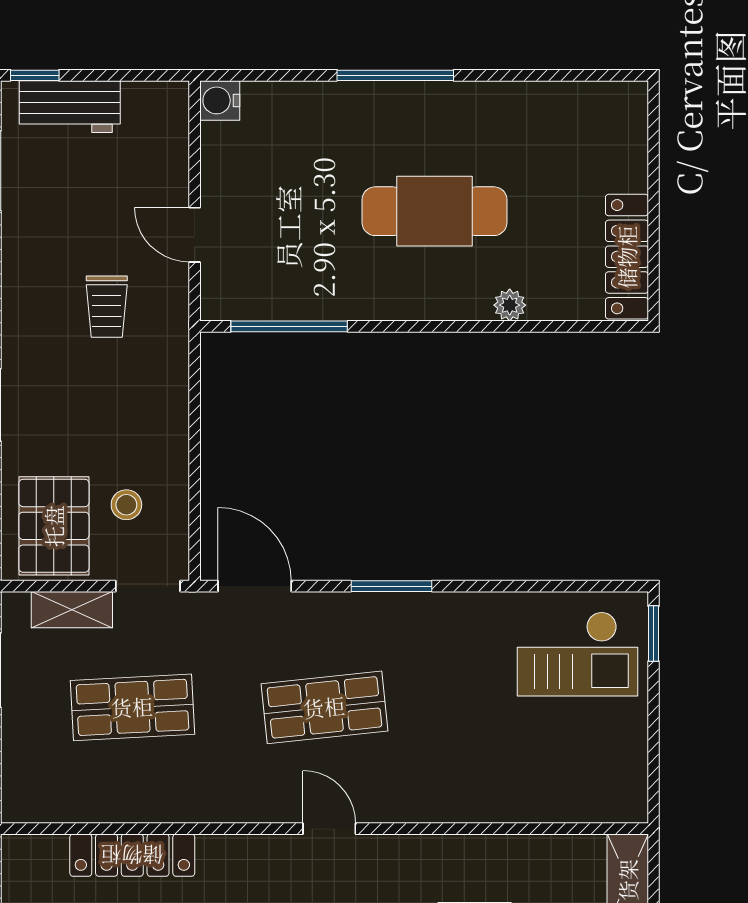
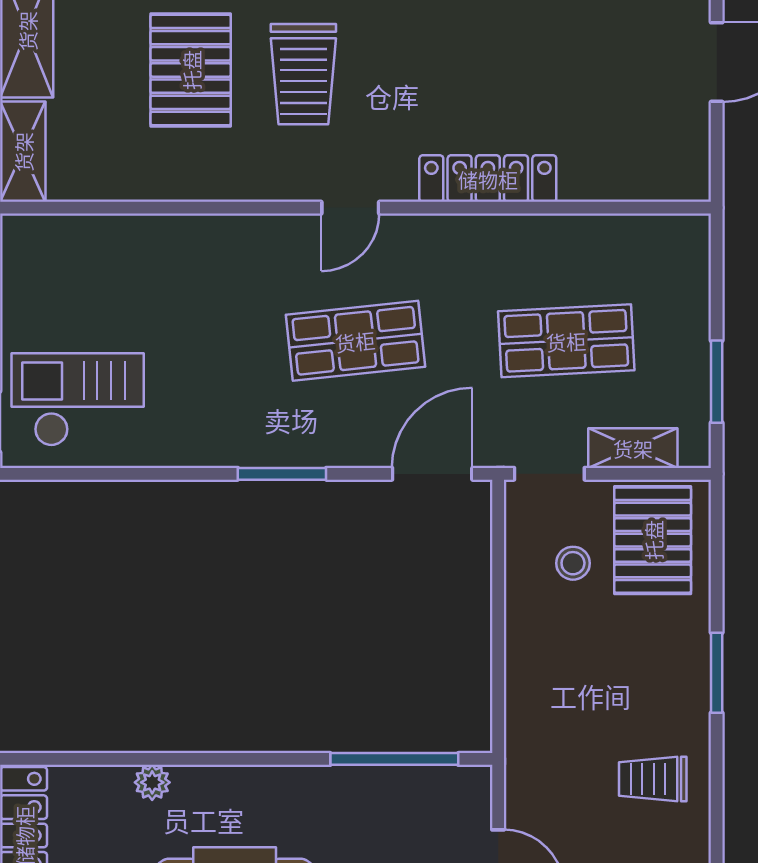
trolley: (107, 307) -> (653, 779), moved, turned -90
door: (255, 586) -> (432, 474), swing flipped
door: (329, 829) -> (350, 208), hinge flipped
locker: (132, 855) -> (488, 179), moved

